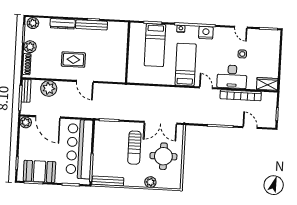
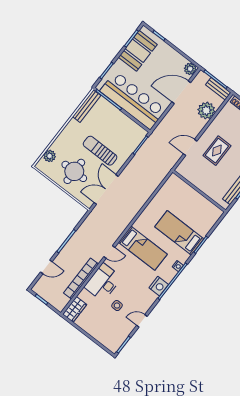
wall: (128, 52) -> (199, 191), moved
plant: (150, 182) -> (50, 156), moved

